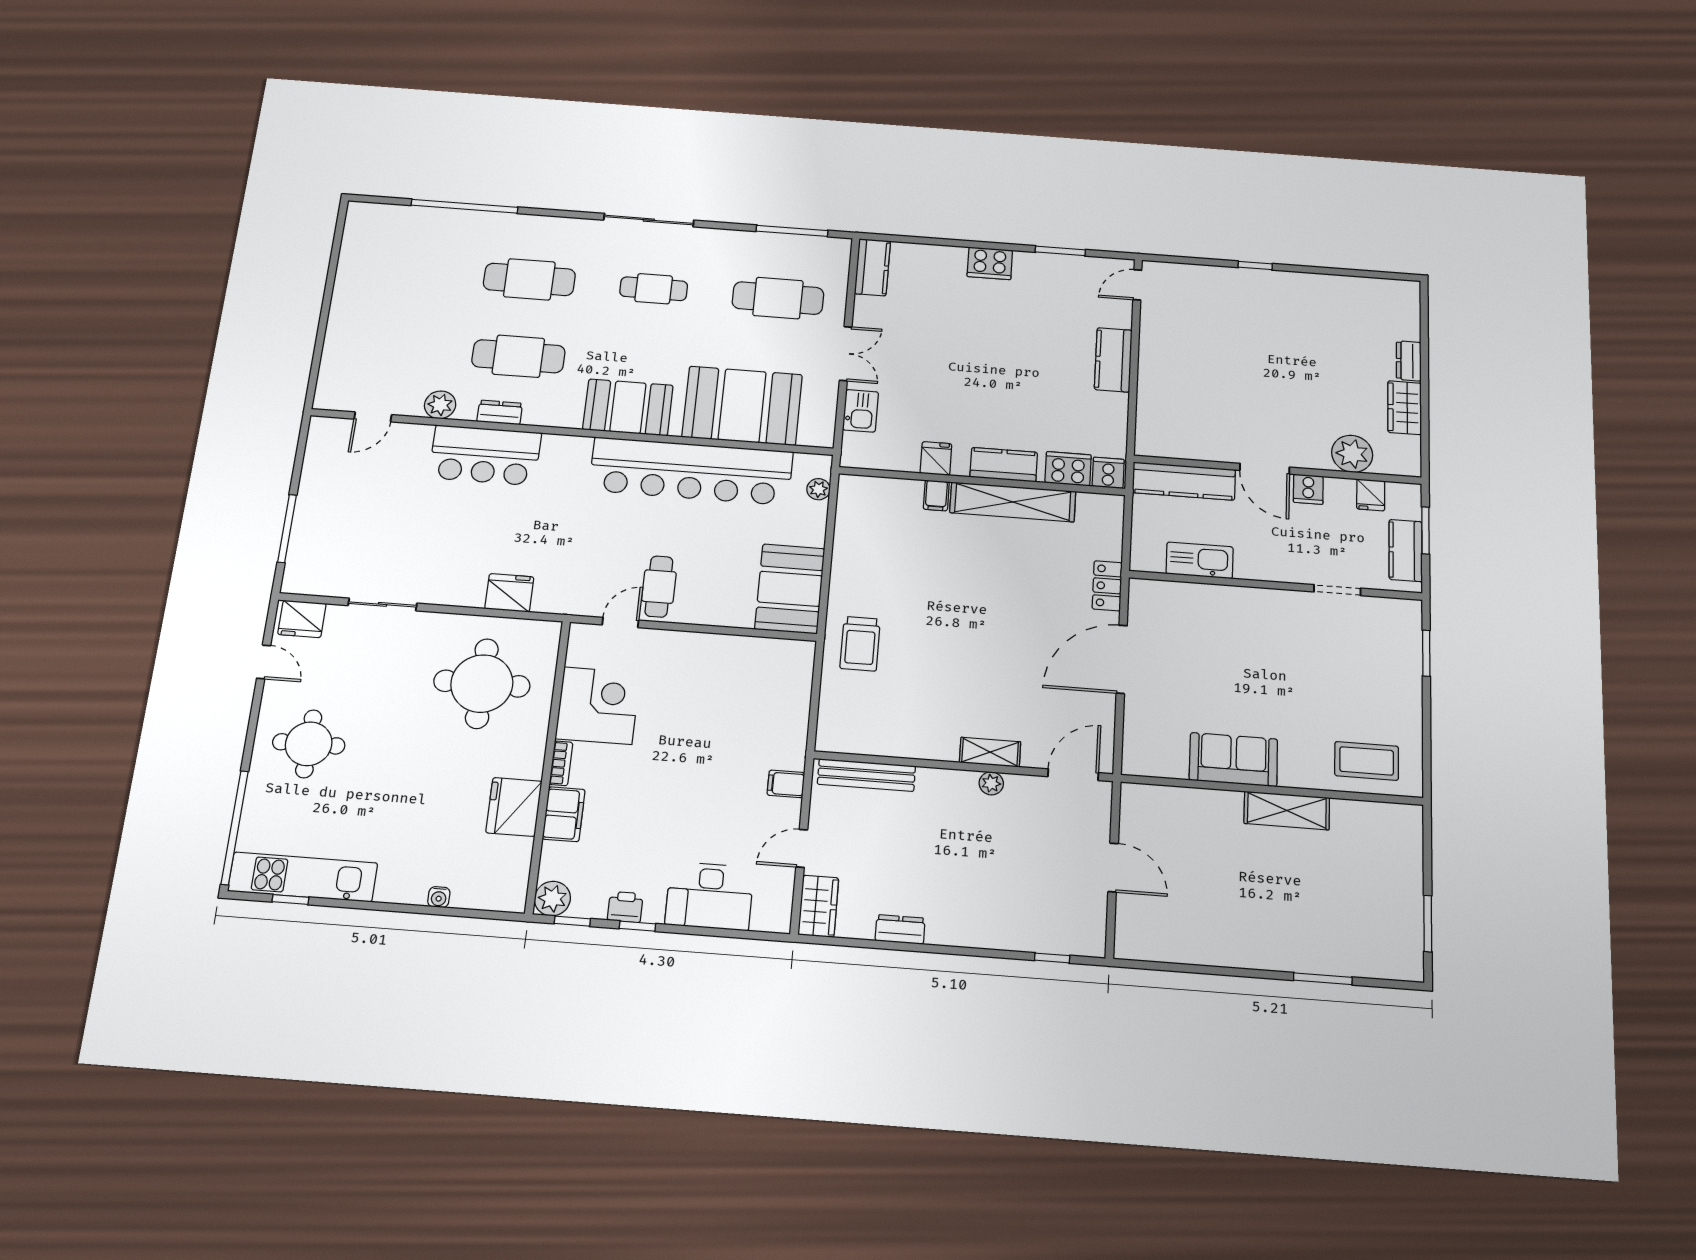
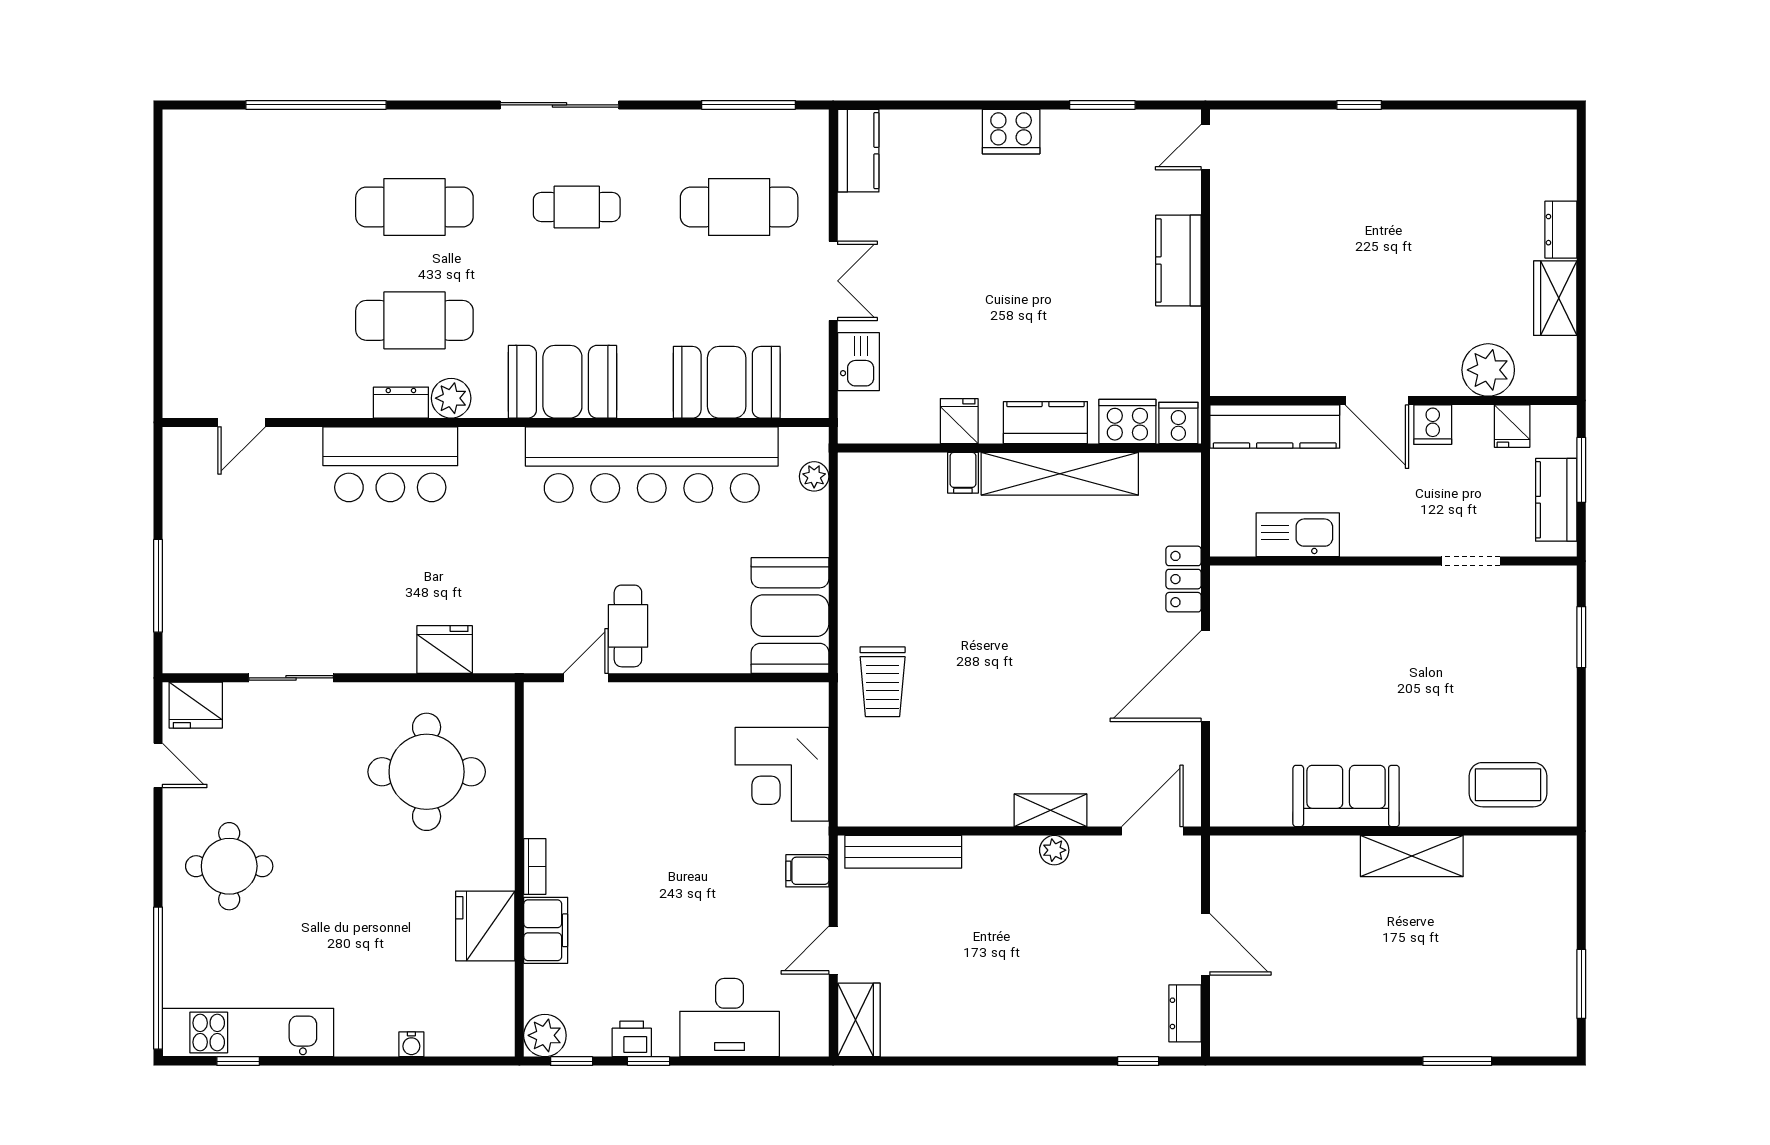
plant: (440, 405) -> (451, 398), moved
booth: (742, 406) -> (727, 382), width x0.73, depth x0.70
corner desk: (598, 706) -> (782, 774), moved, turned 180
dresser: (900, 929) -> (1185, 1013), moved, turned -90

